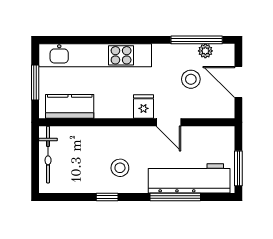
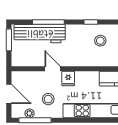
stool: (191, 79) -> (48, 99), moved
stool: (120, 168) -> (100, 41), moved

